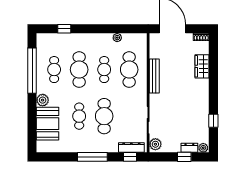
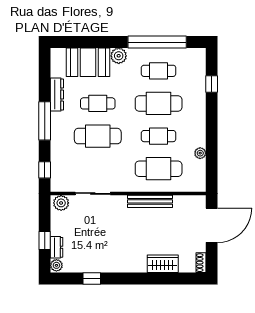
dresser: (131, 147) -> (57, 95), moved

